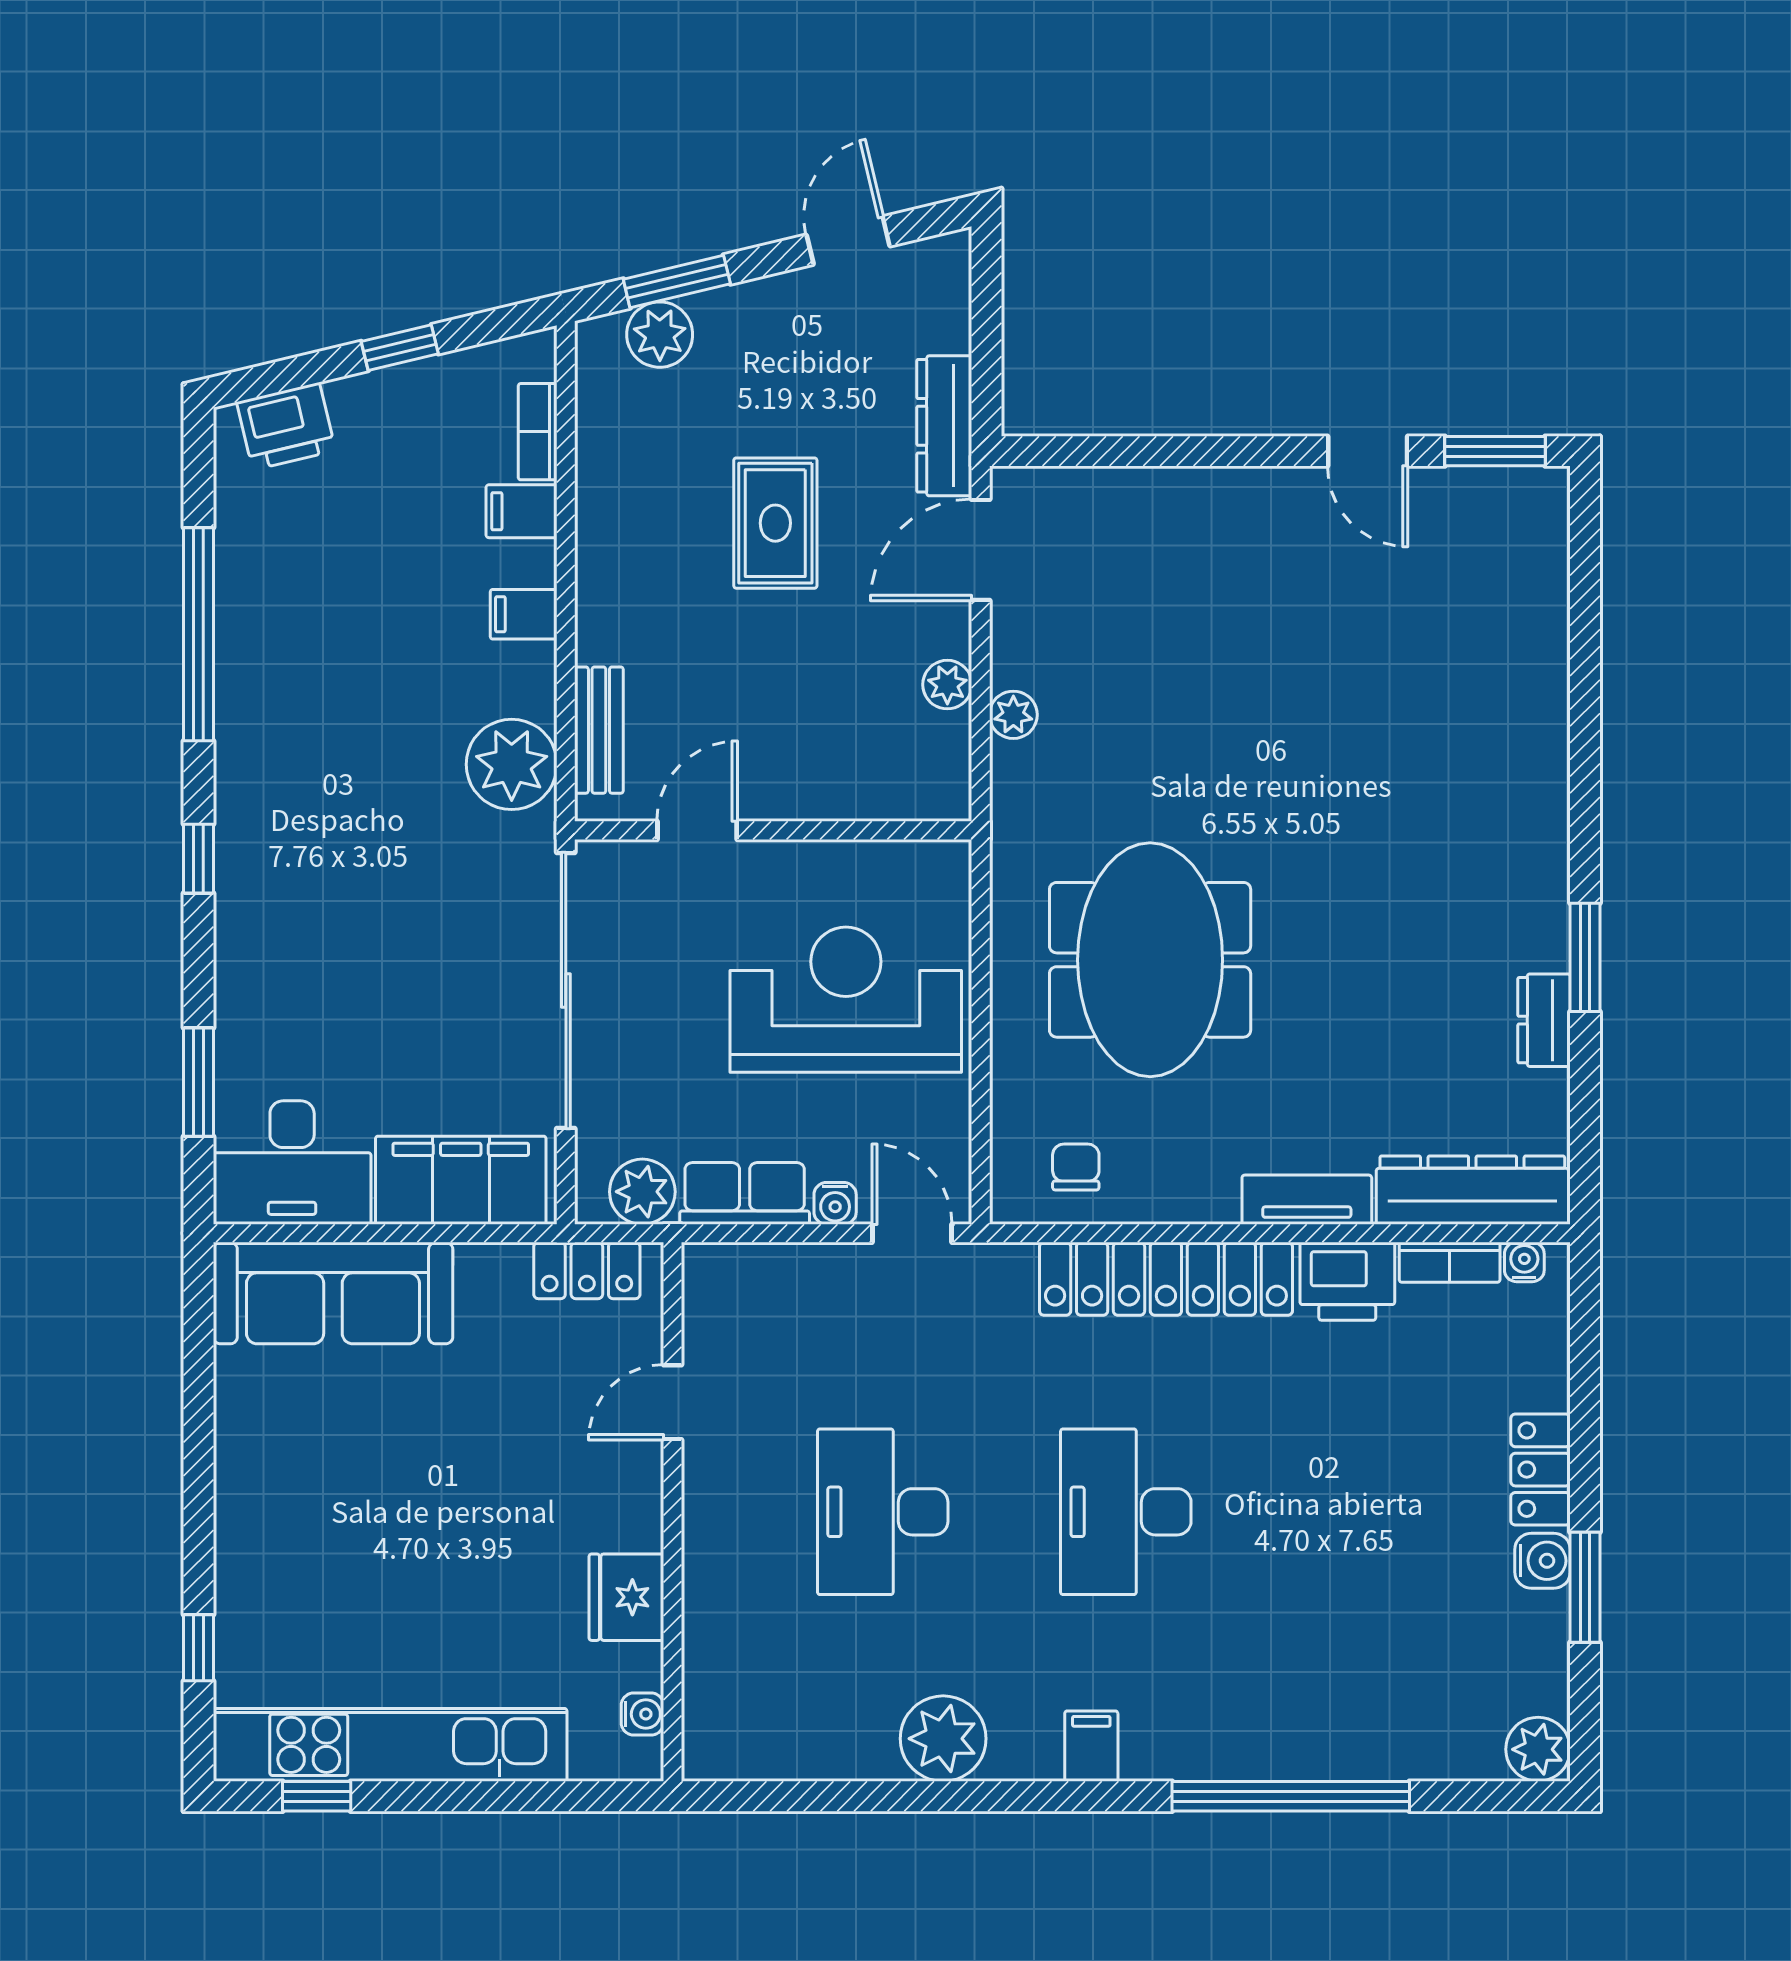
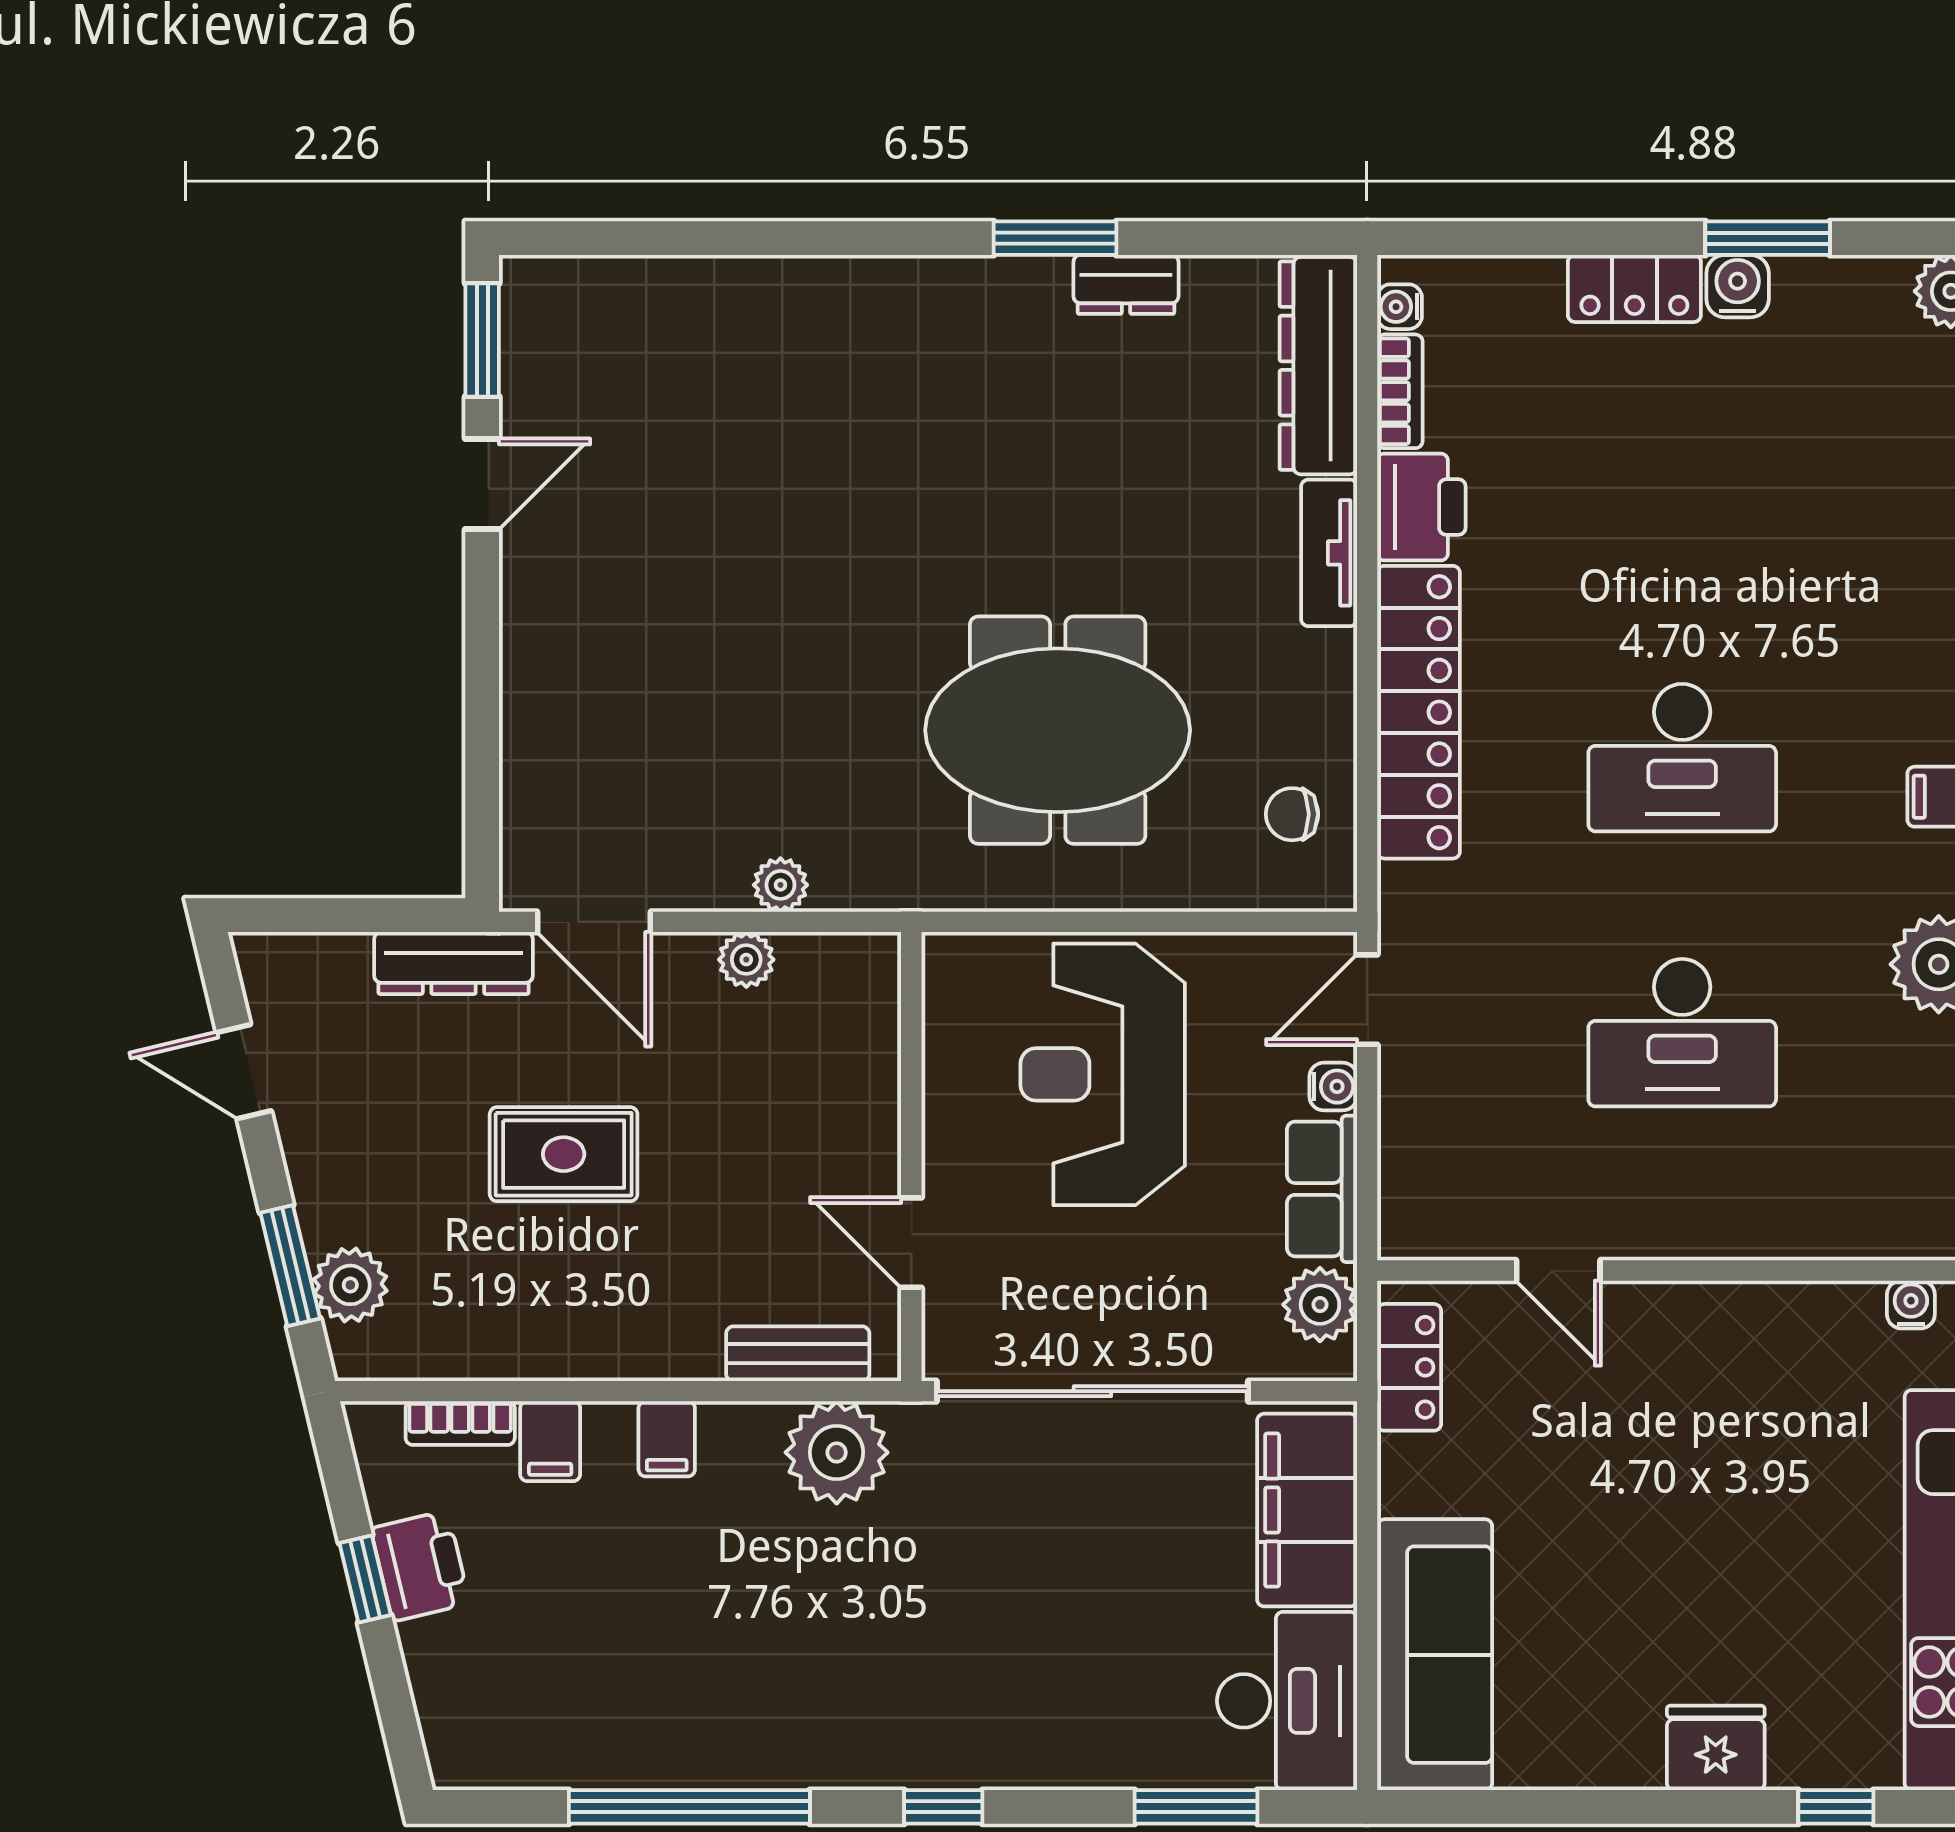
printer: (286, 426) -> (420, 1566), moved
fridge: (626, 1597) -> (1716, 1748), moved, turned 180

